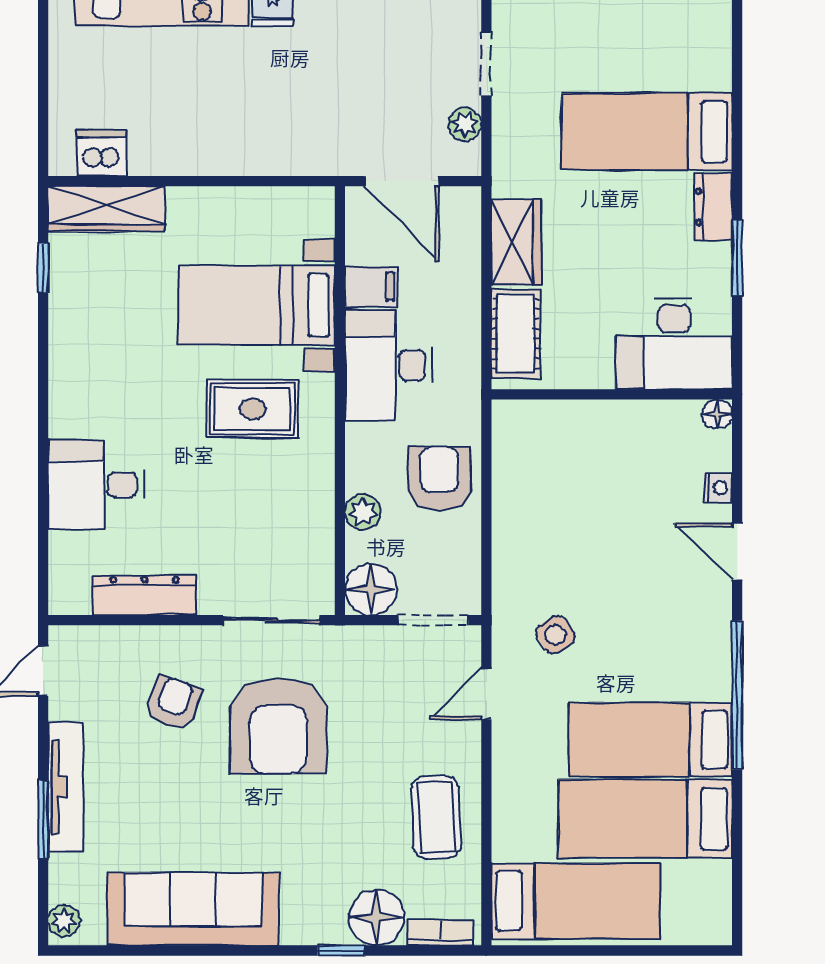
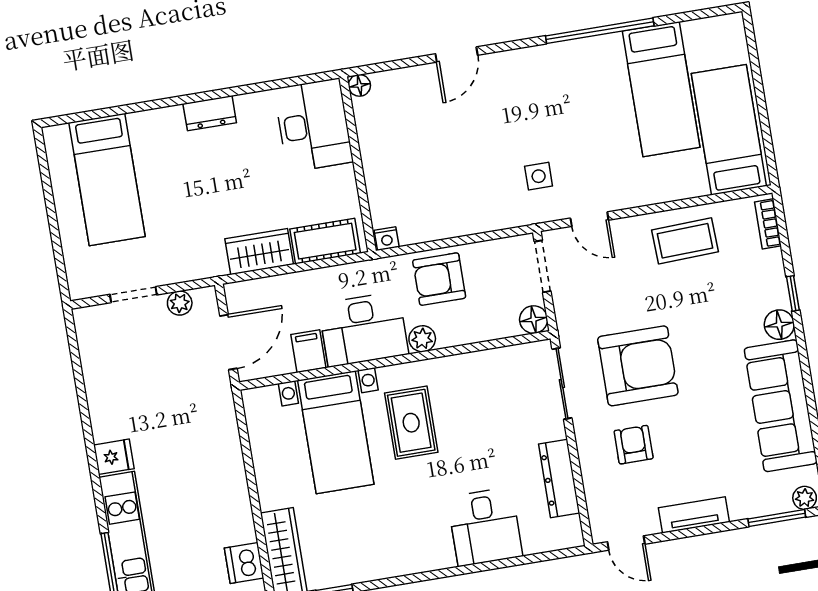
bed: (647, 131) -> (107, 180), moved
window: (737, 258) -> (243, 90), removed
nightstand: (718, 488) -> (387, 239), moved, turned 180
plant: (363, 512) -> (422, 339), moved
floor lamp: (371, 589) -> (534, 320), width x0.73, depth x0.73
side table: (555, 635) -> (539, 176), turned 32
window: (737, 695) -> (600, 31), moved
armchair: (174, 703) -> (634, 445), turned 71
bed: (650, 740) -> (603, 95), removed
tv unit: (66, 787) -> (694, 515), width x0.71
window: (43, 819) -> (777, 518), moved
floor lamp: (377, 918) -> (779, 325), moved, width x0.73, depth x0.73

